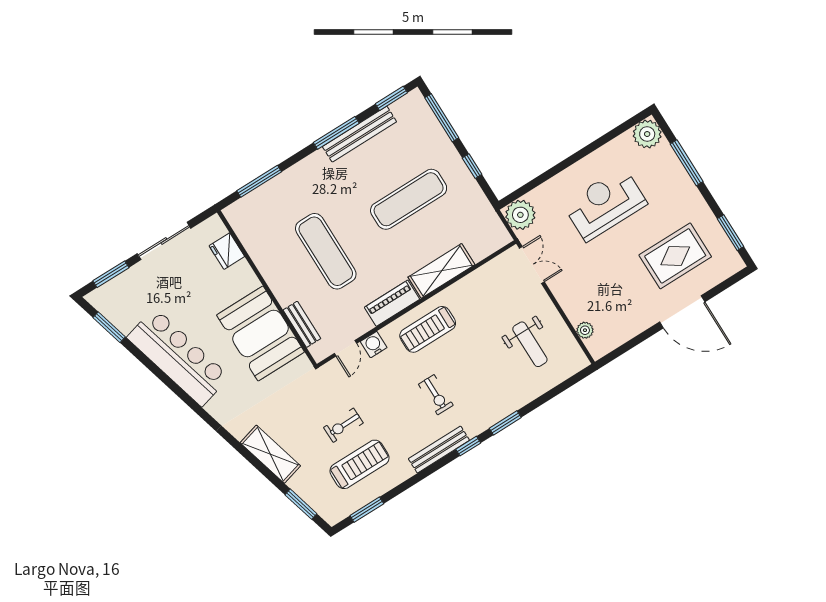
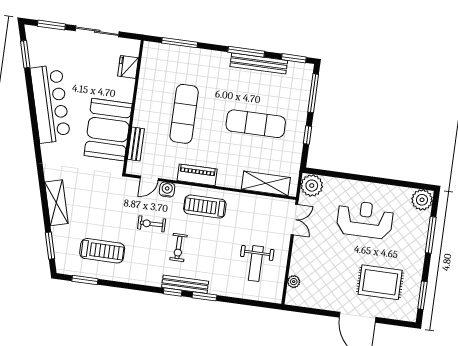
shelving: (441, 271) -> (266, 183), moved
exercise bike: (343, 425) -> (152, 224), moved
bench: (439, 450) -> (185, 284), moved

